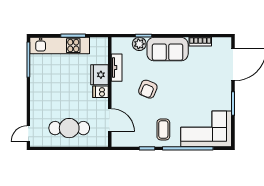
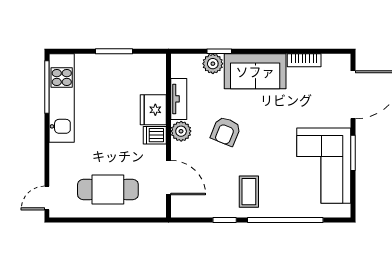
kitchen unit: (60, 46) -> (62, 98), moved, turned -90
plant: (118, 89) -> (181, 131), added
corner sofa: (206, 129) -> (324, 166), moved, turned -90

